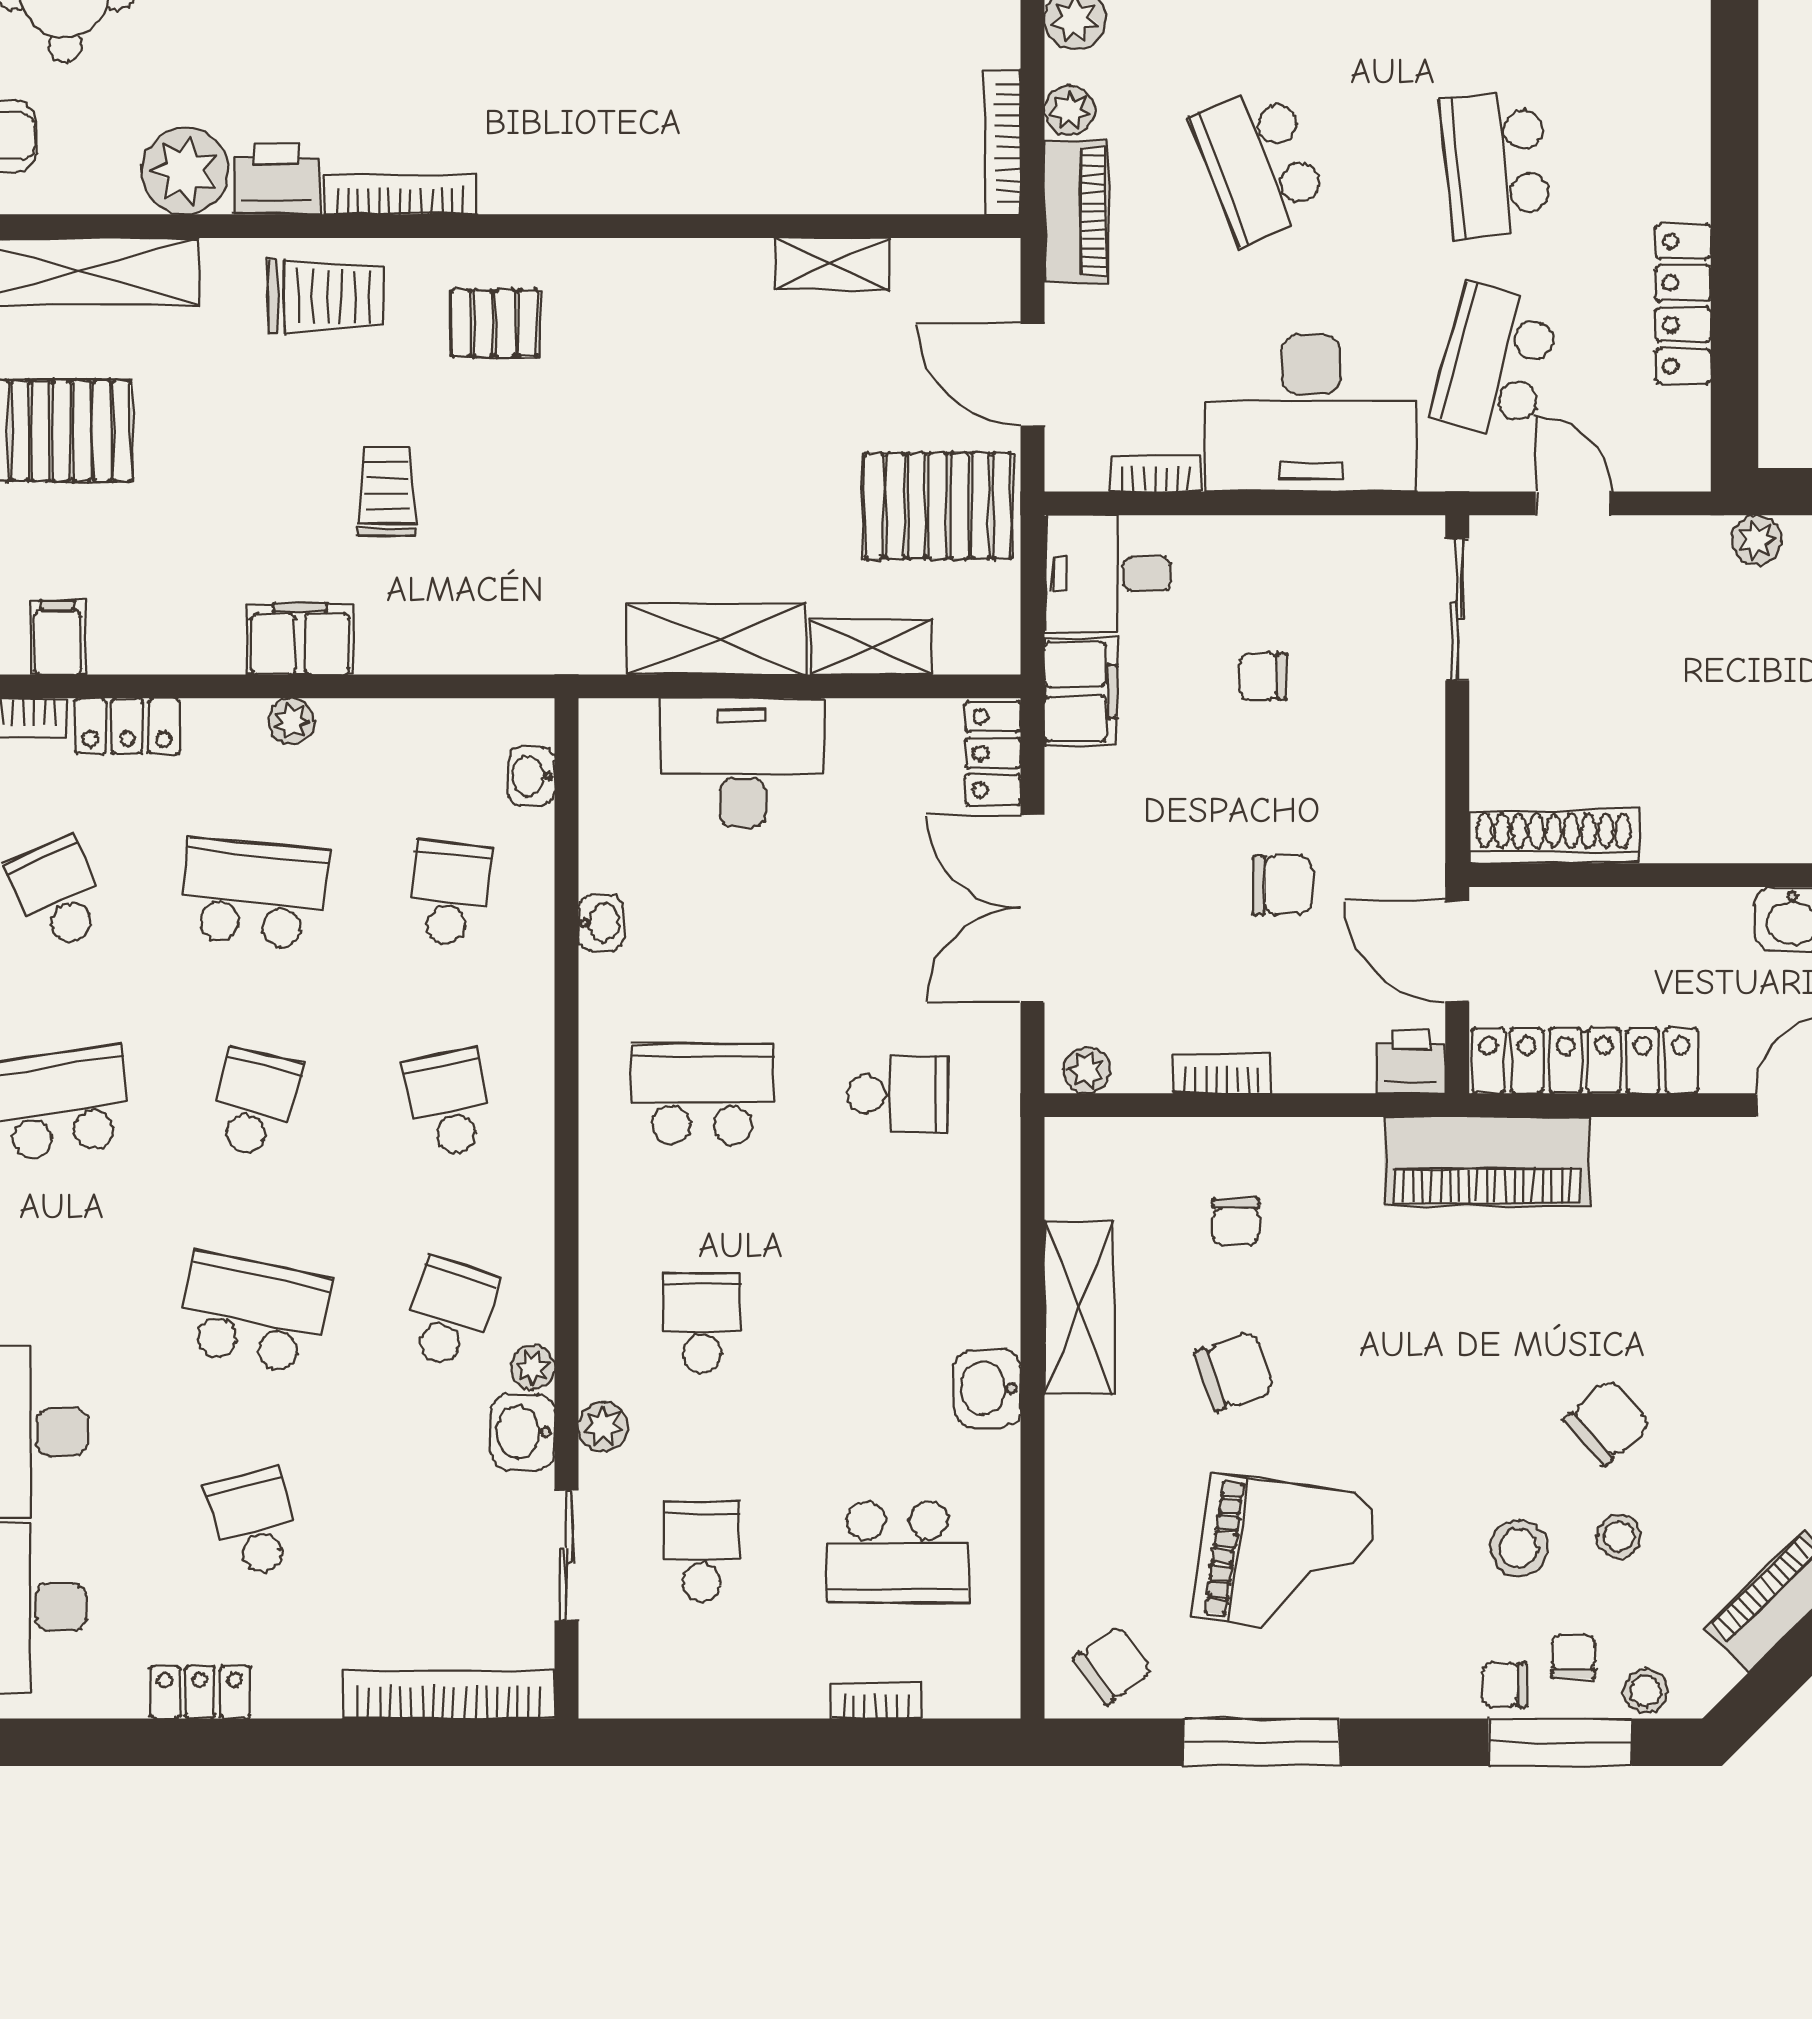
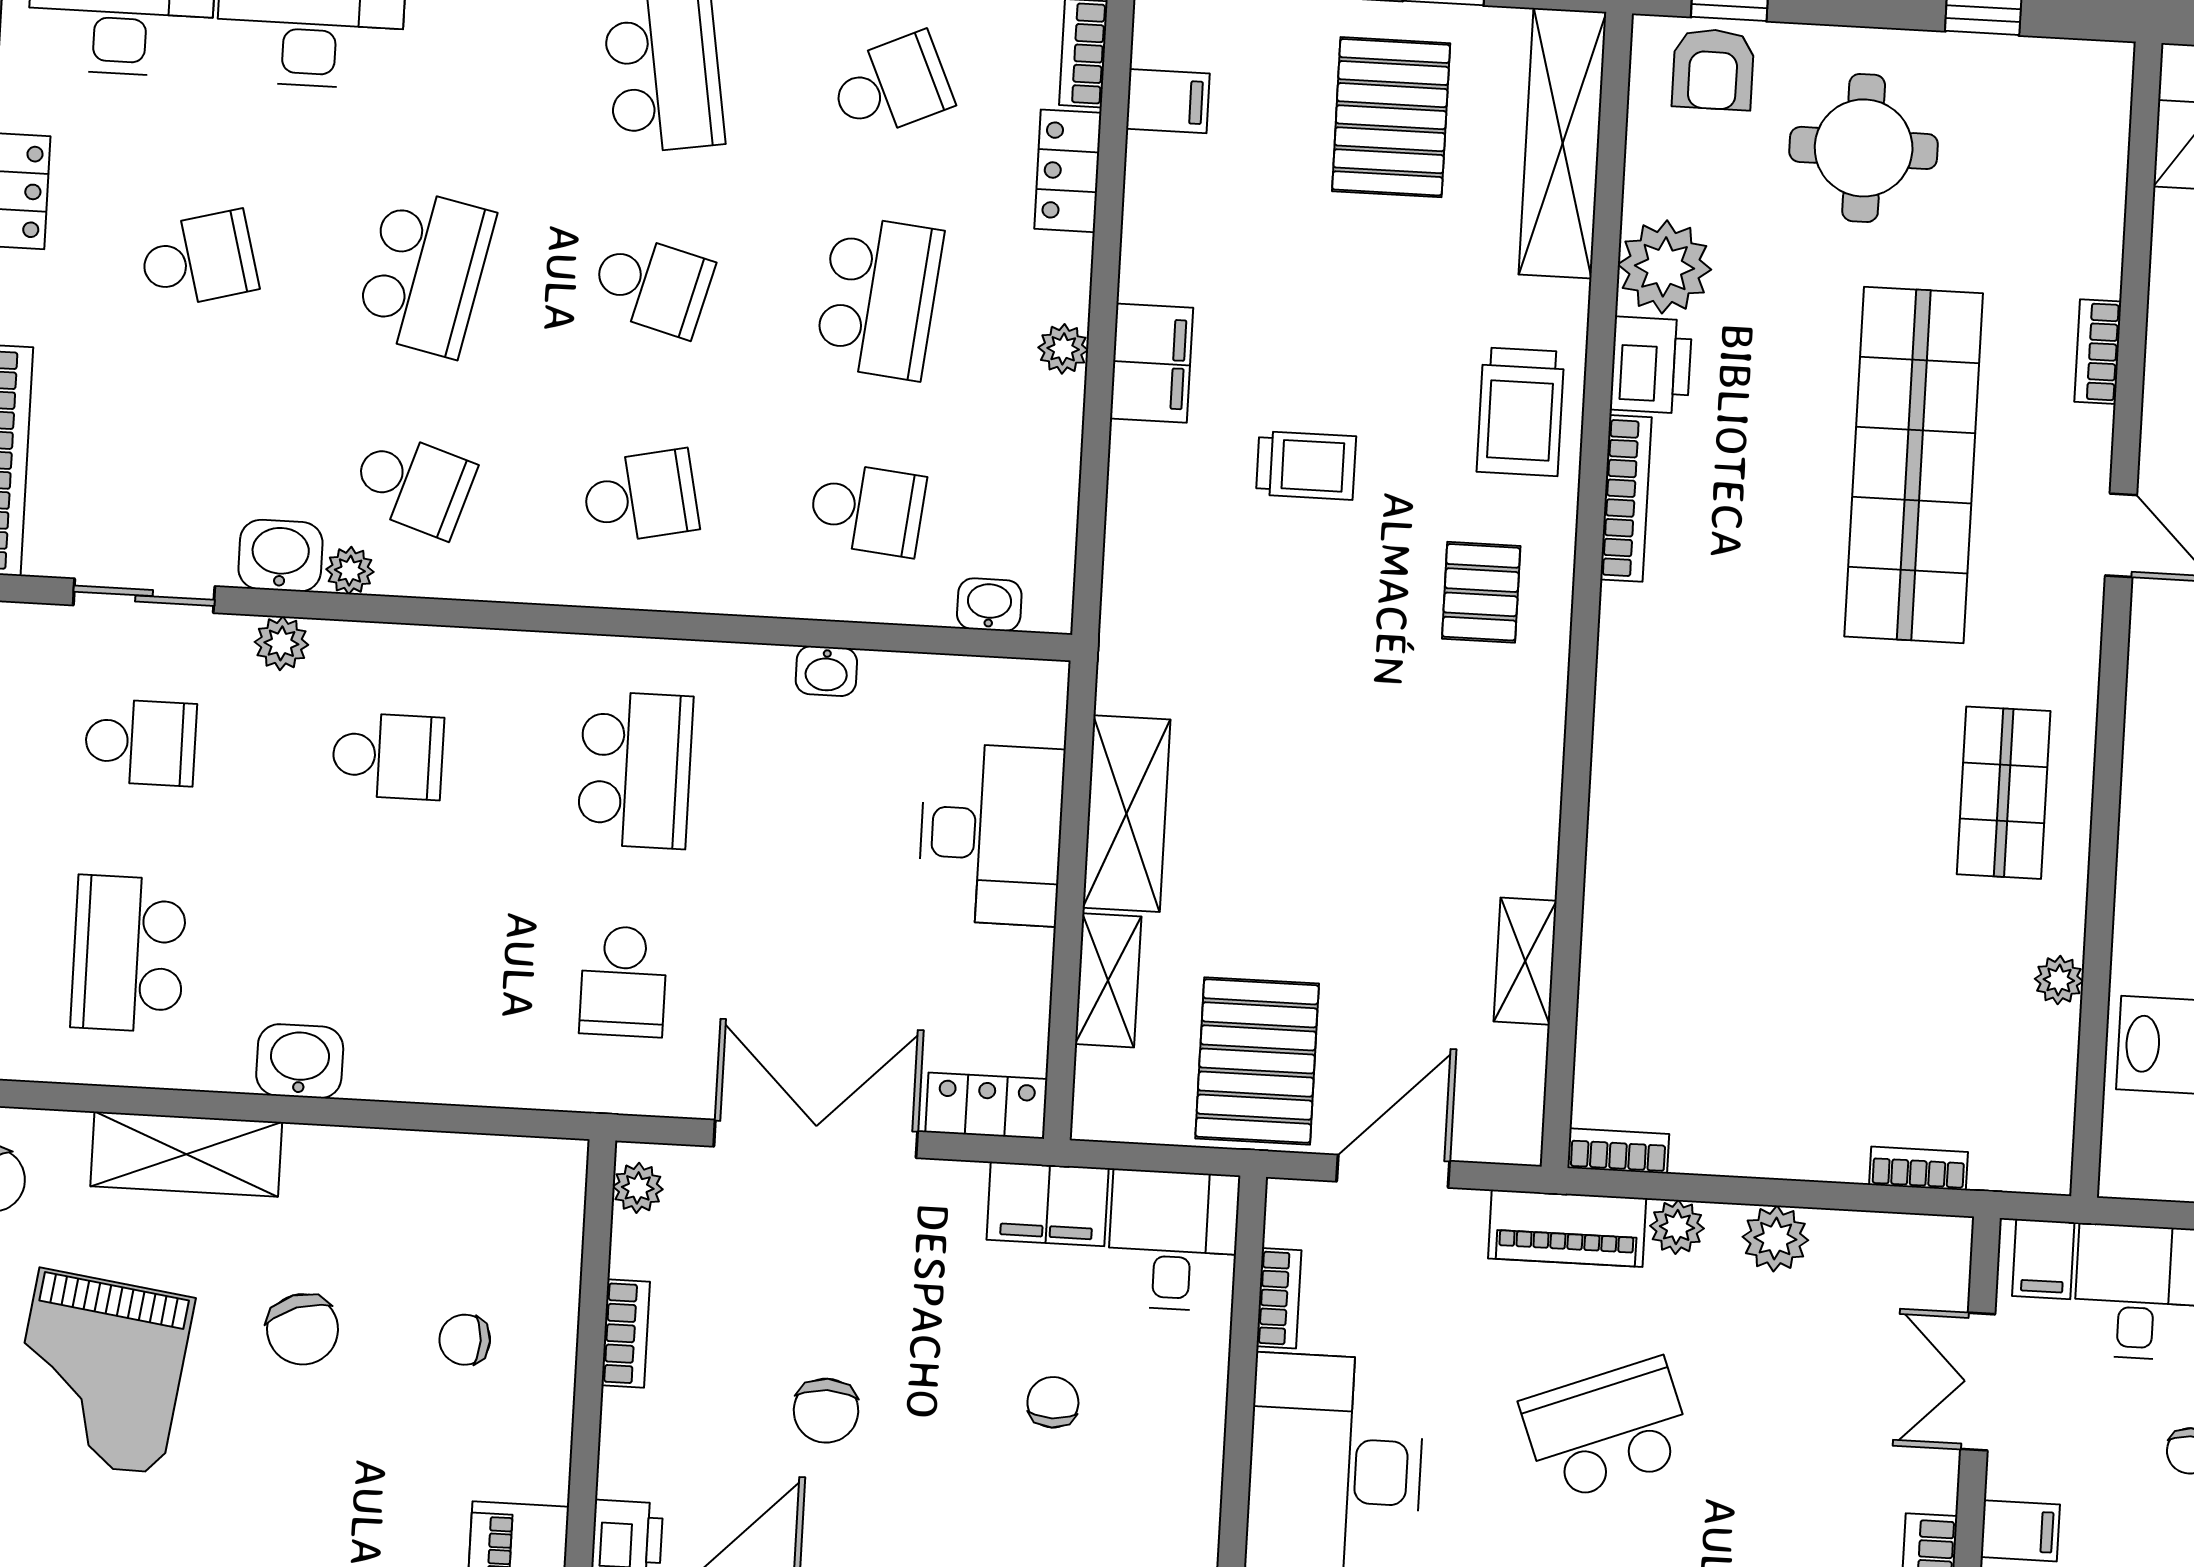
bookcase: (1002, 142) -> (1618, 1151), width x0.64
shelving: (1079, 1307) -> (186, 1154), moved

